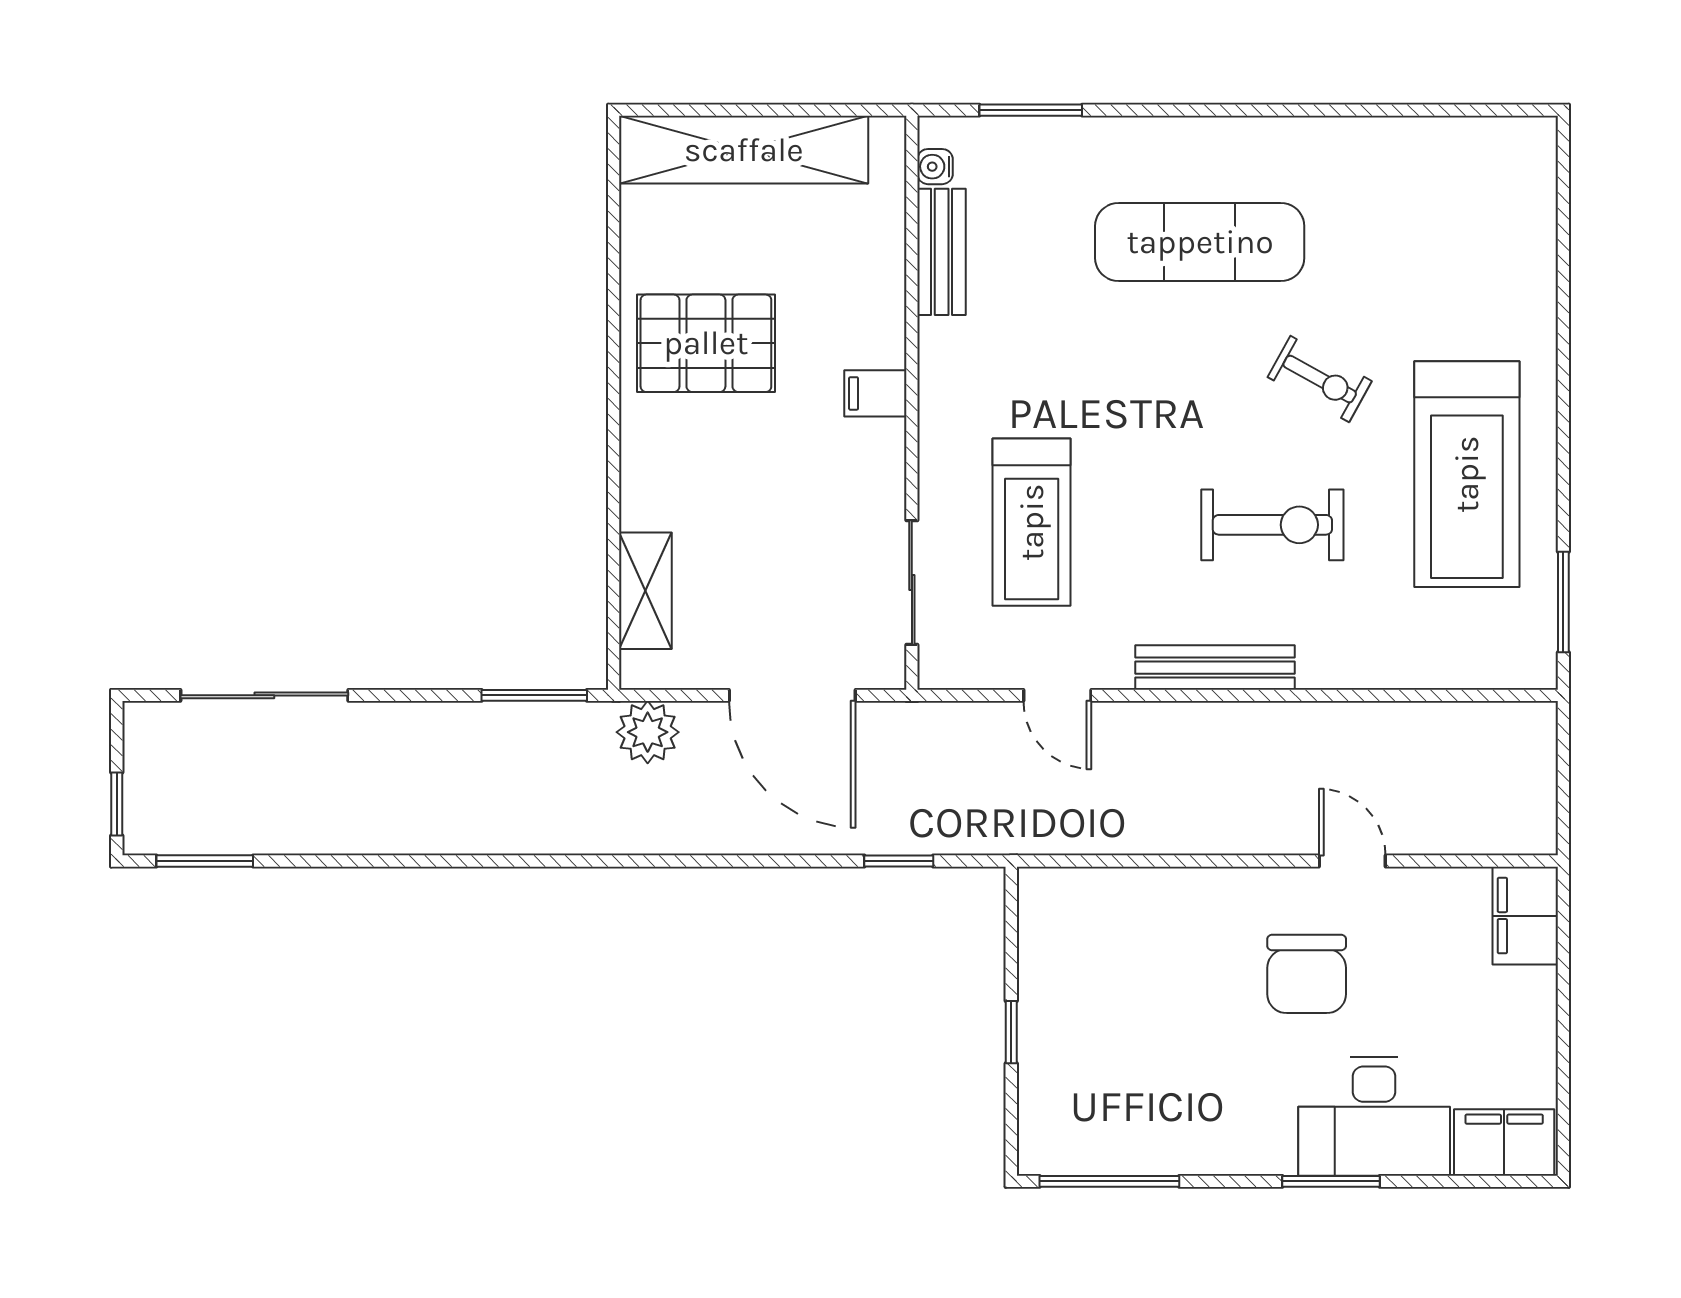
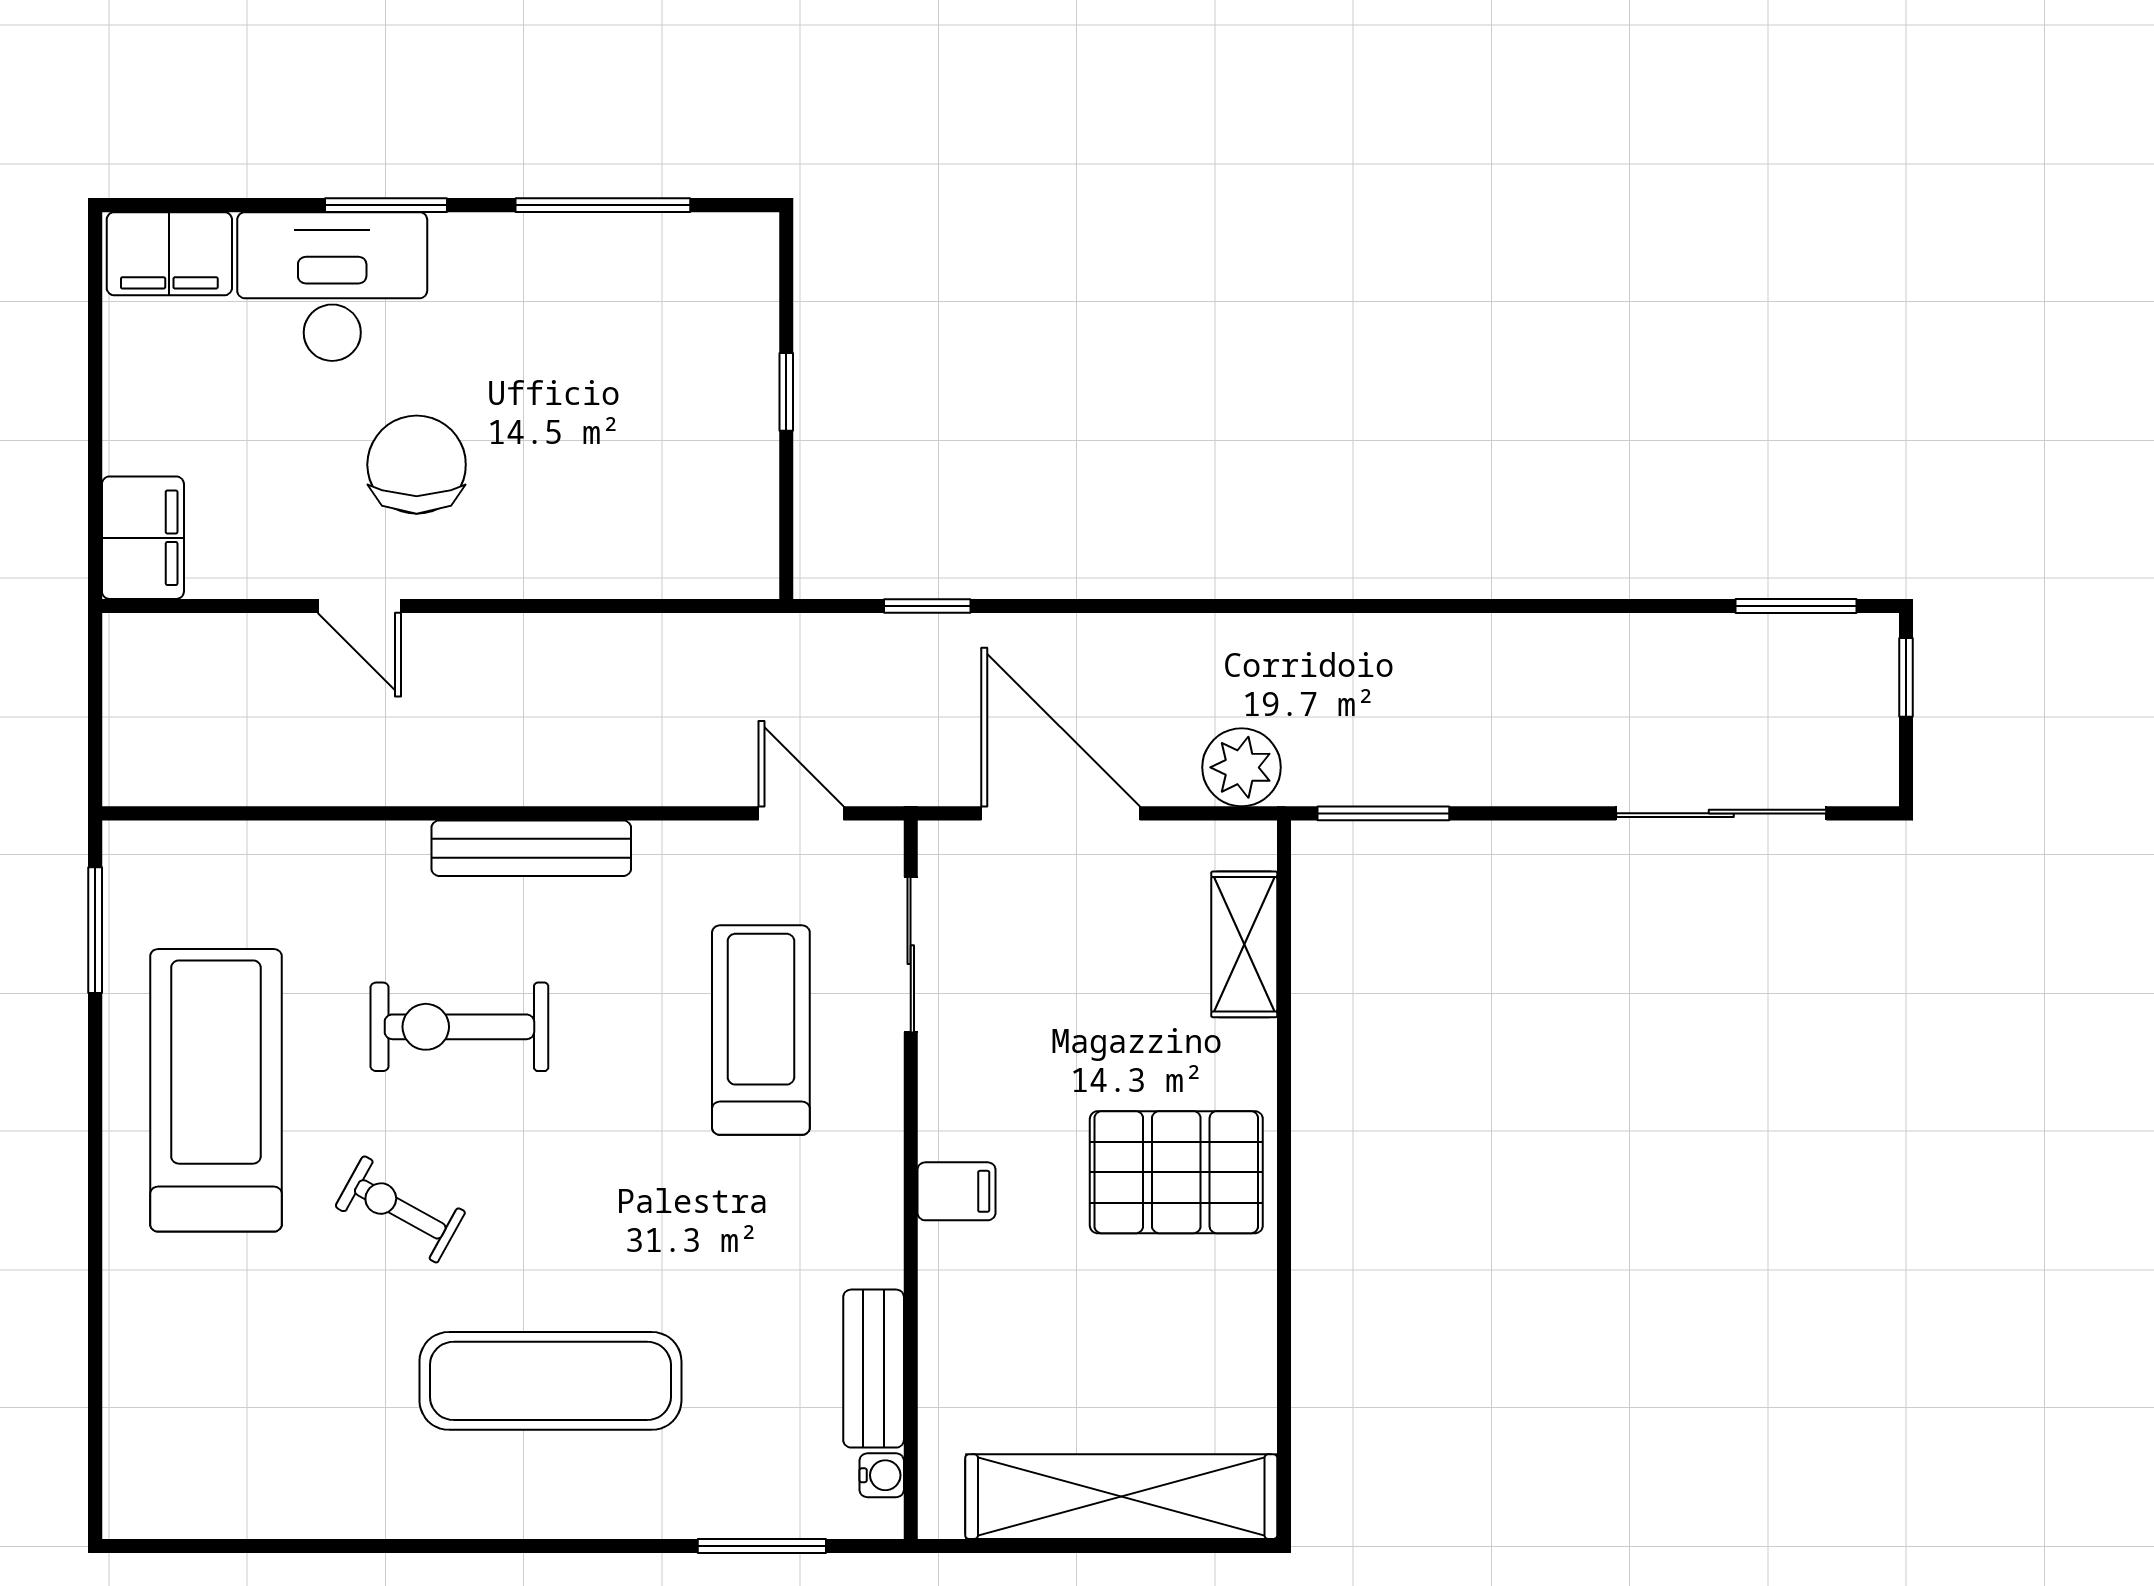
pallet: (706, 343) -> (1176, 1172), moved
door: (1057, 695) -> (801, 813), moved
window: (1109, 1181) -> (603, 205), moved

